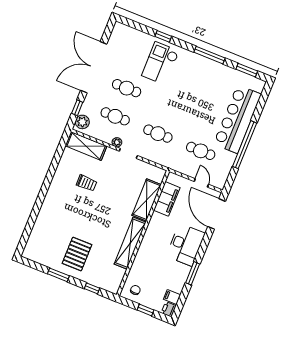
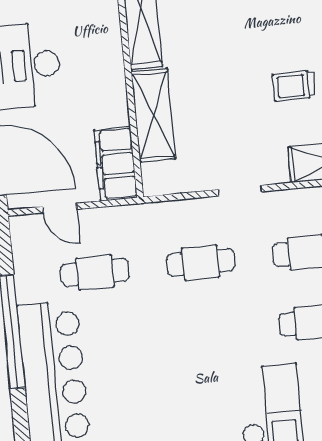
plant: (117, 142) -> (275, 201), removed
filing cabinet: (167, 199) -> (116, 164), moved

